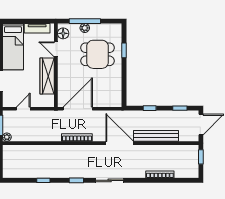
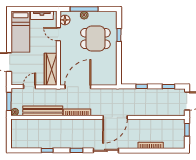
wardrobe: (47, 76) -> (51, 69), moved
bench: (156, 136) -> (43, 111), moved
door: (120, 143) -> (115, 117), swing flipped

